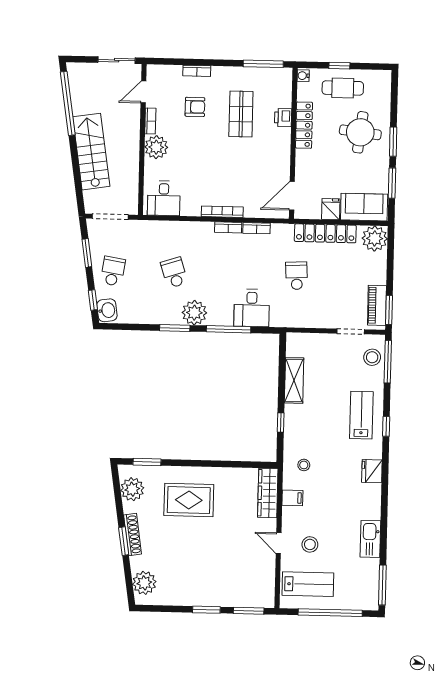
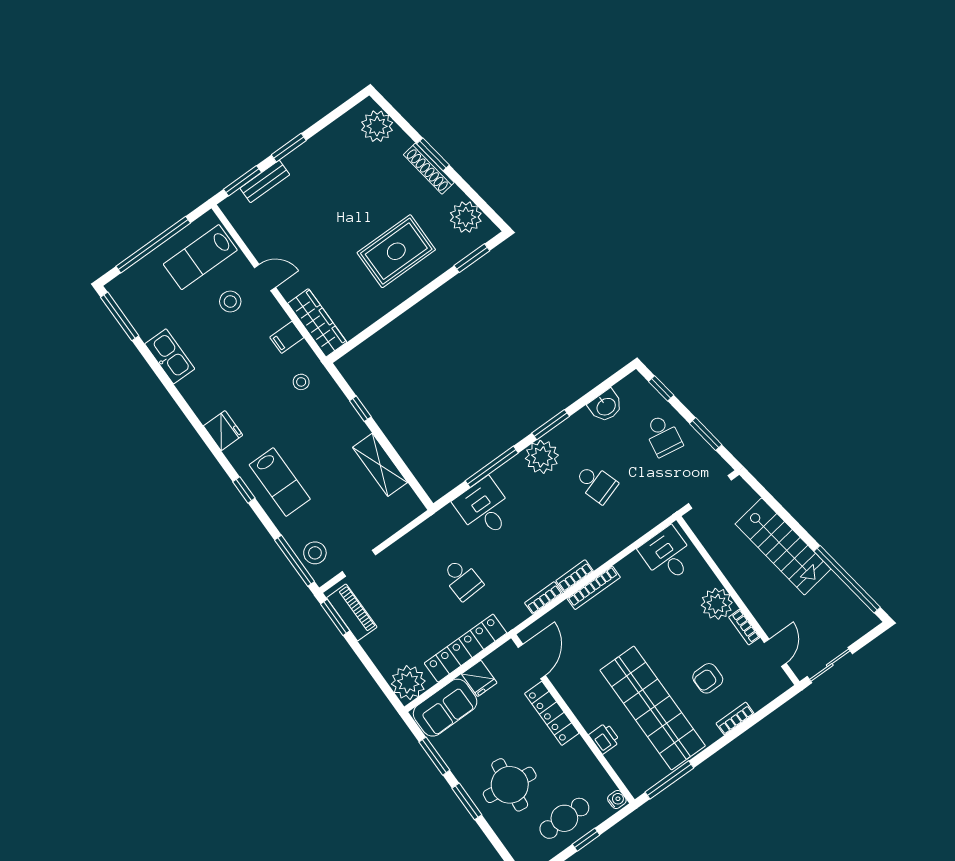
shop shelf: (241, 114) -> (653, 708), width x2.00, depth x1.36
locker: (304, 125) -> (552, 713), moved
washbasin: (107, 310) -> (606, 406), moved, turned -81
bench: (236, 600) -> (265, 181), added

